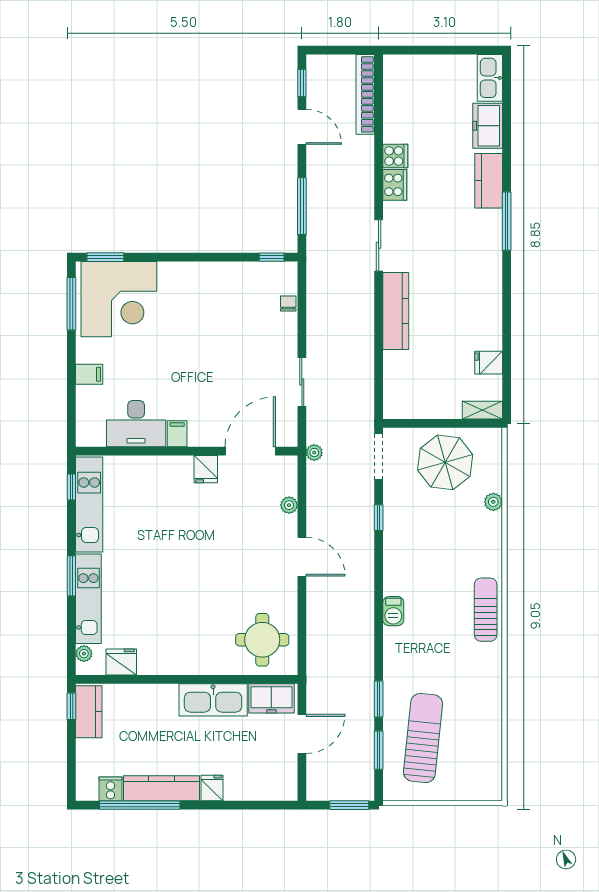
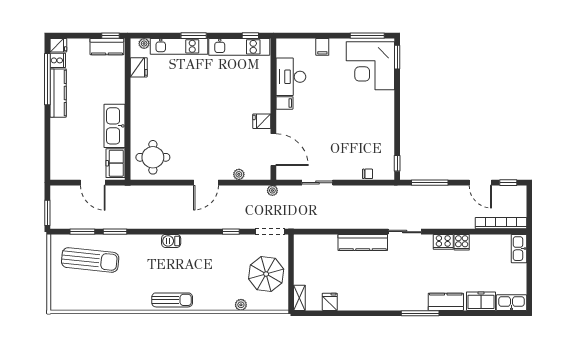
kitchen sink: (405, 66) -> (519, 249), added
door: (302, 127) -> (480, 183), hinge flipped
fridge: (212, 788) -> (58, 45), moved

